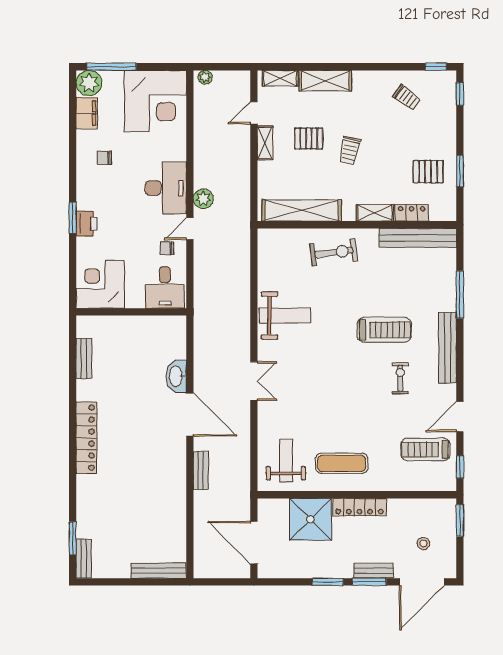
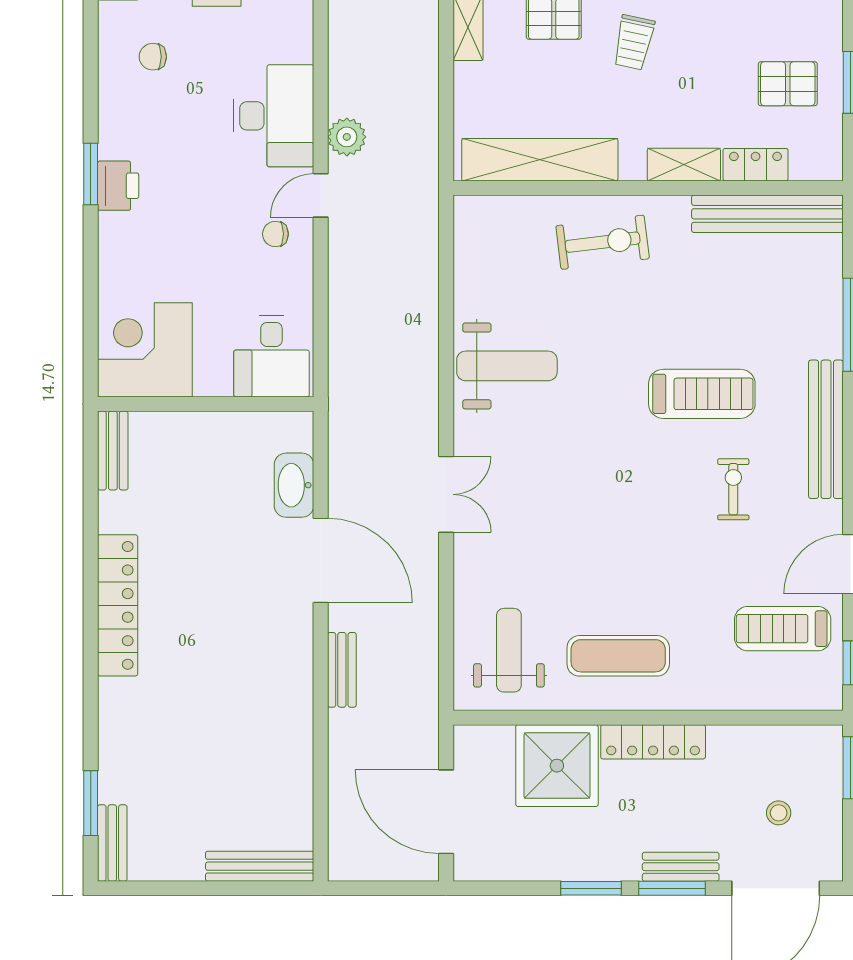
corner desk: (100, 284) -> (145, 350), moved
desk: (165, 288) -> (271, 356), moved
wall: (131, 312) -> (206, 404), moved

